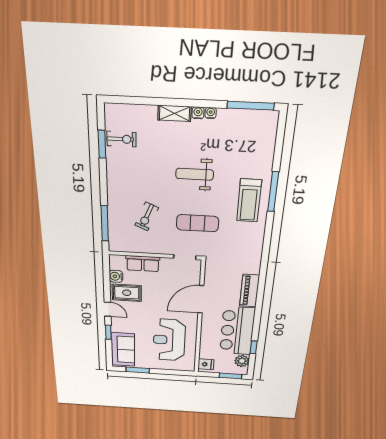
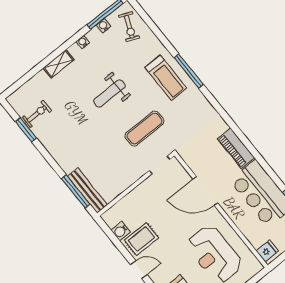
water cooler: (198, 113) -> (104, 26), moved
window: (273, 192) -> (189, 71), moved
exercise bike: (147, 216) -> (129, 27), moved
bench: (114, 230) -> (87, 191), added
row of seats: (143, 264) -> (132, 200), removed
door: (201, 299) -> (205, 191), hinge flipped

